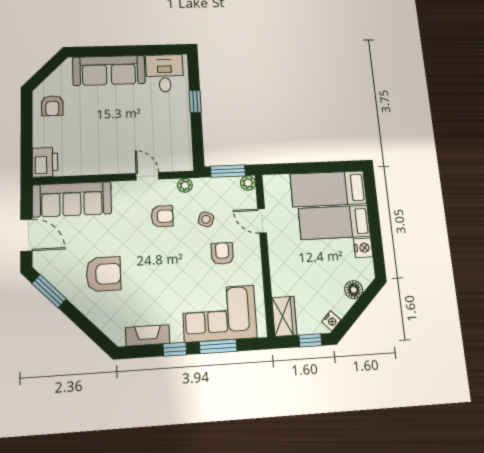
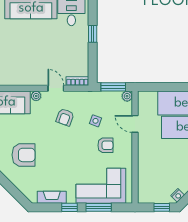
bookcase: (177, 165) -> (77, 81), added
plant: (185, 185) -> (36, 96), moved
armchair: (162, 216) -> (65, 117), turned 110
armchair: (222, 253) -> (105, 145), turned 90
wardrobe: (284, 316) -> (145, 190), removed

